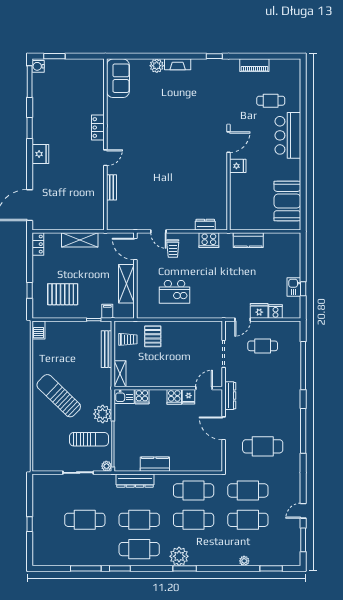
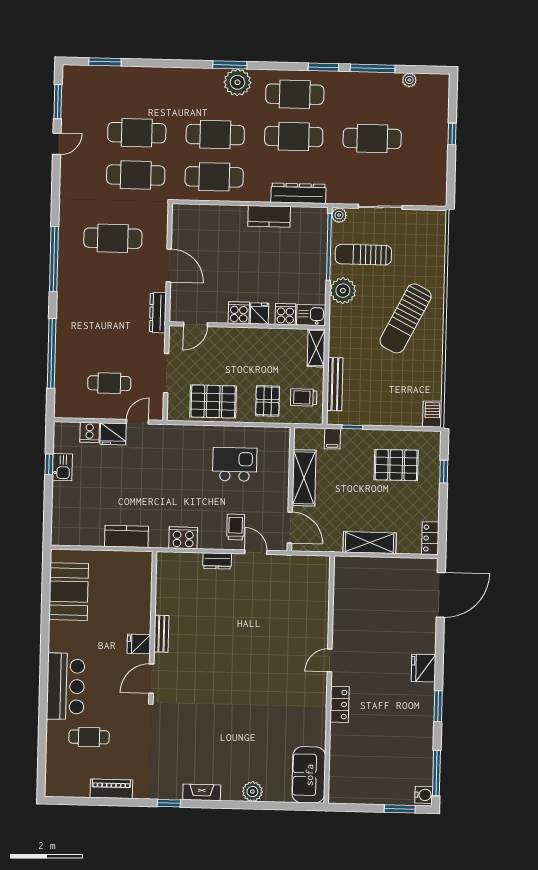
fireplace: (178, 64) -> (202, 792), moved
bench: (112, 187) -> (161, 634), moved
dresser: (205, 225) -> (217, 561), moved
pallet: (190, 335) -> (213, 401), added
sun lounger: (59, 396) -> (406, 318), turned 73
fridge: (189, 397) -> (259, 313), moved
plant: (244, 561) -> (409, 80), moved

